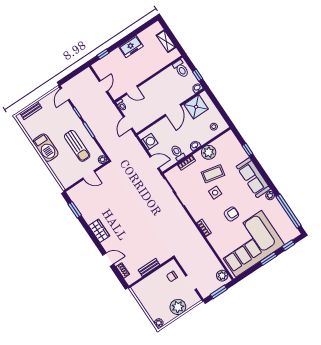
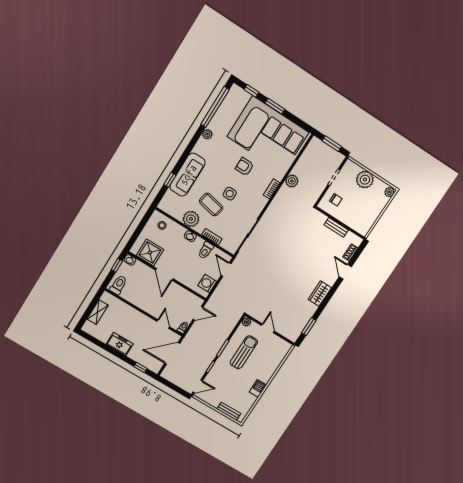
door: (103, 86) -> (172, 353), width x1.88
door: (173, 110) -> (164, 274), swing flipped
barbecue: (46, 148) -> (258, 389), width x0.53, depth x0.65
sofa: (253, 178) -> (188, 175), moved
plant: (222, 276) -> (292, 181), moved

